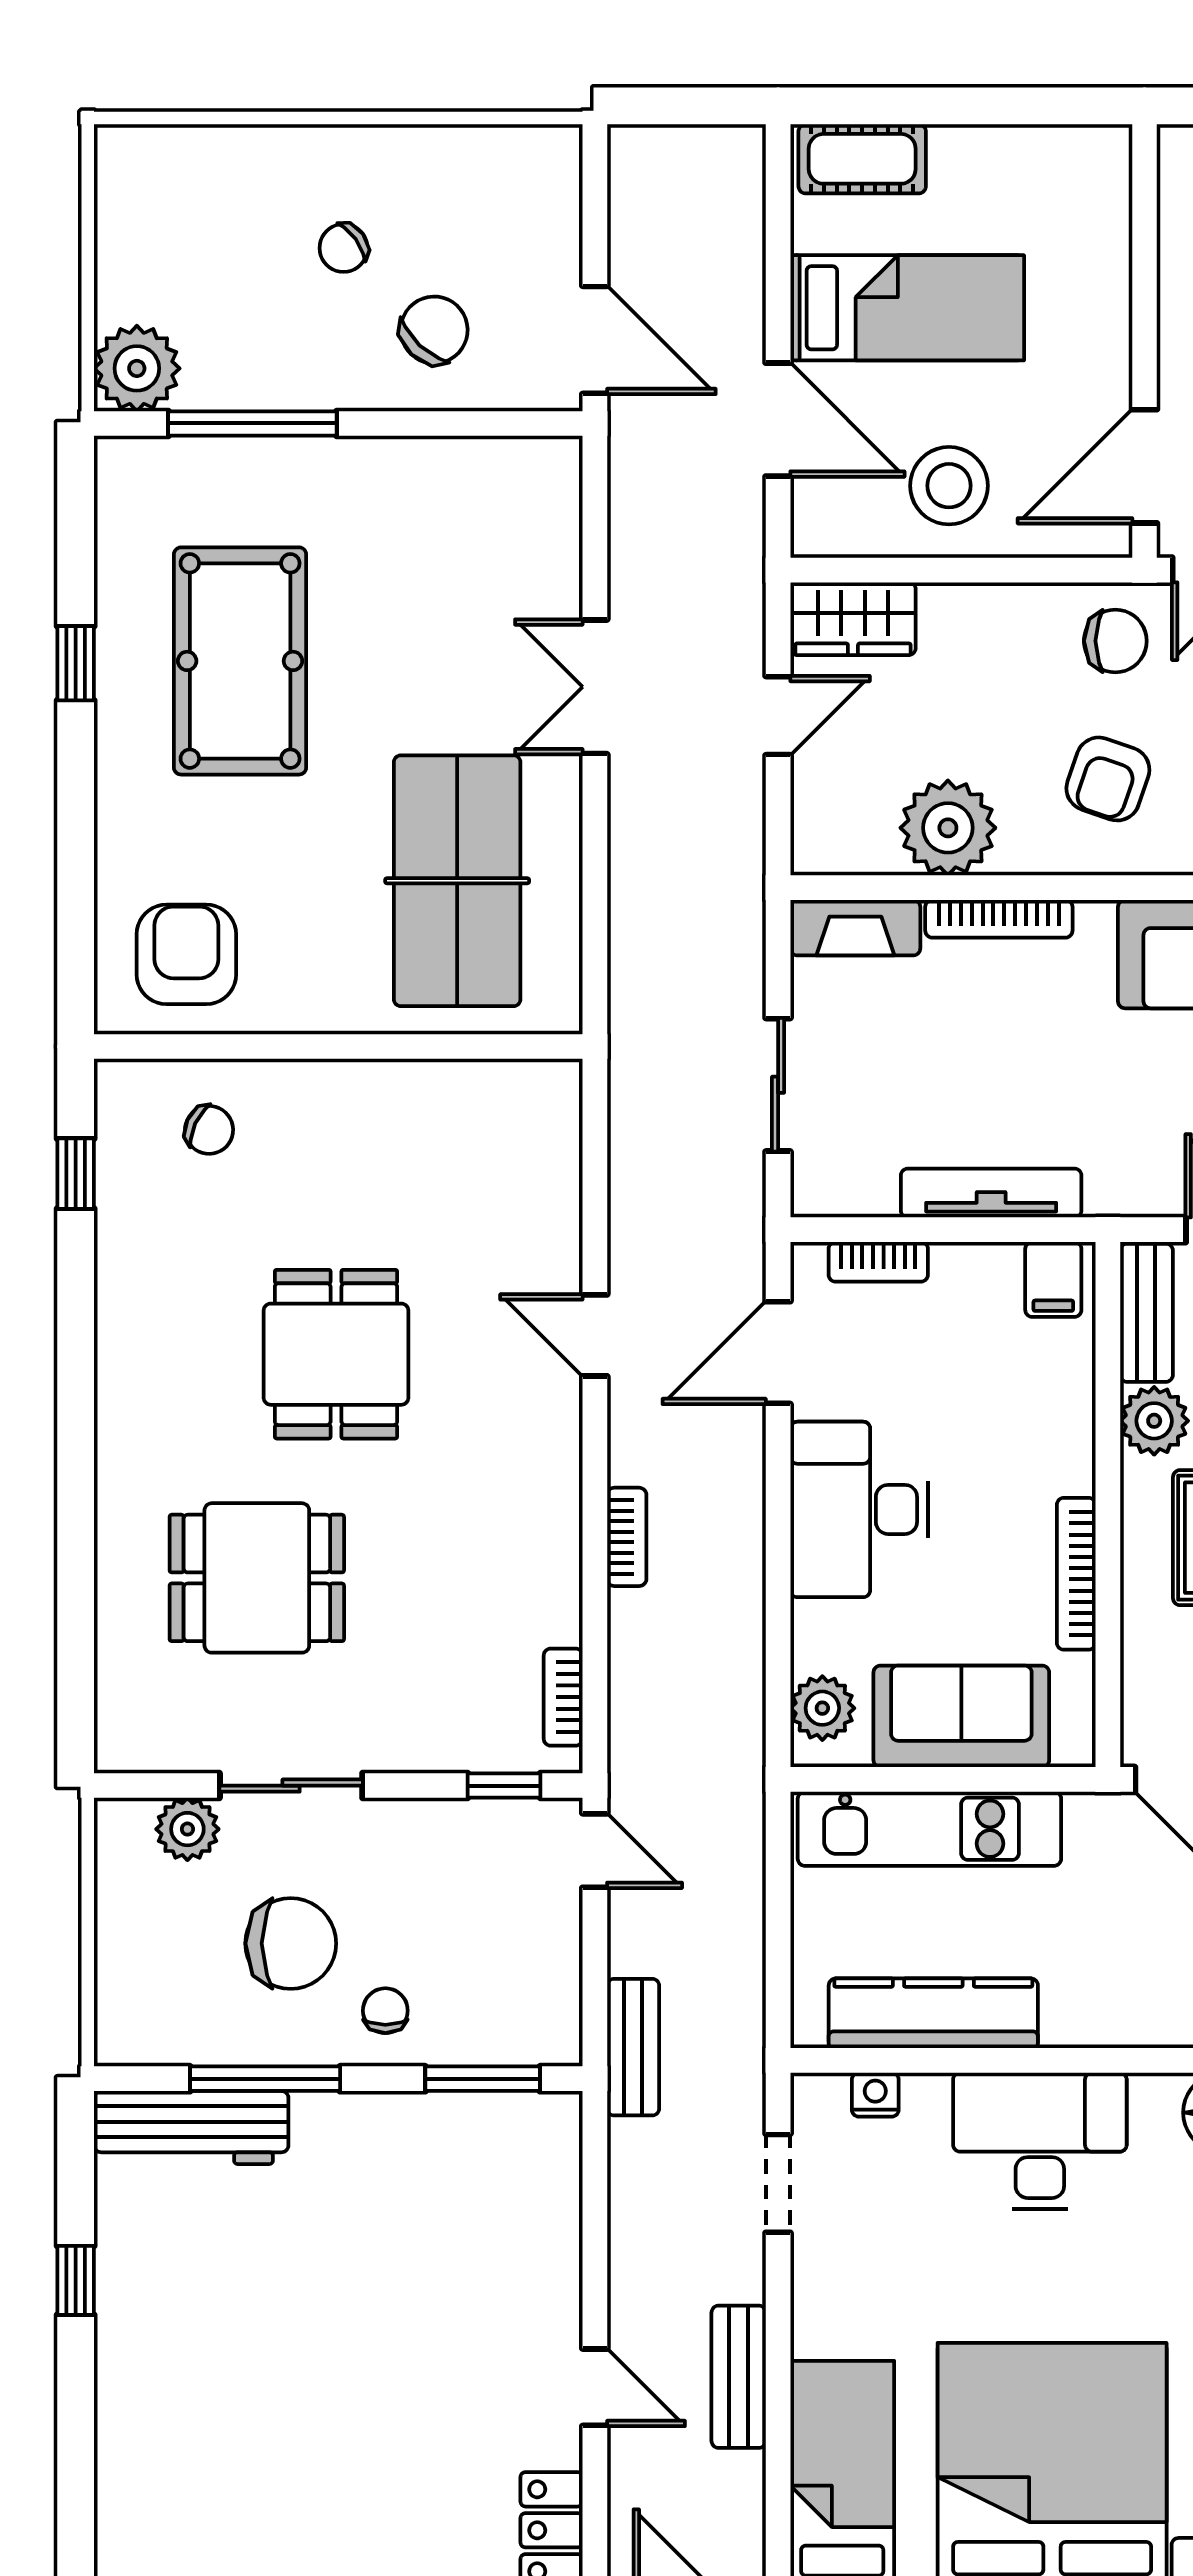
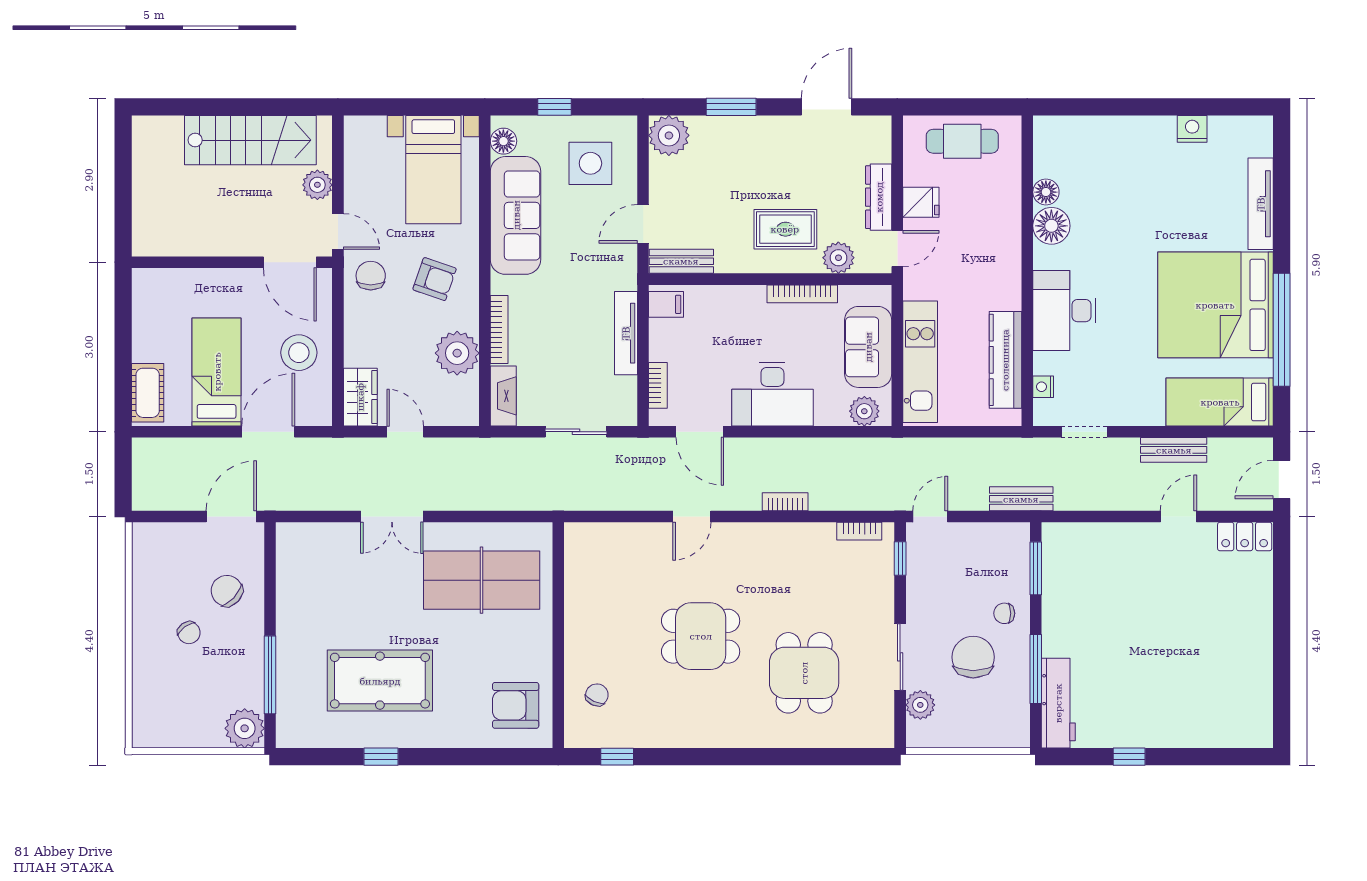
plant: (1154, 1421) -> (838, 258), moved

